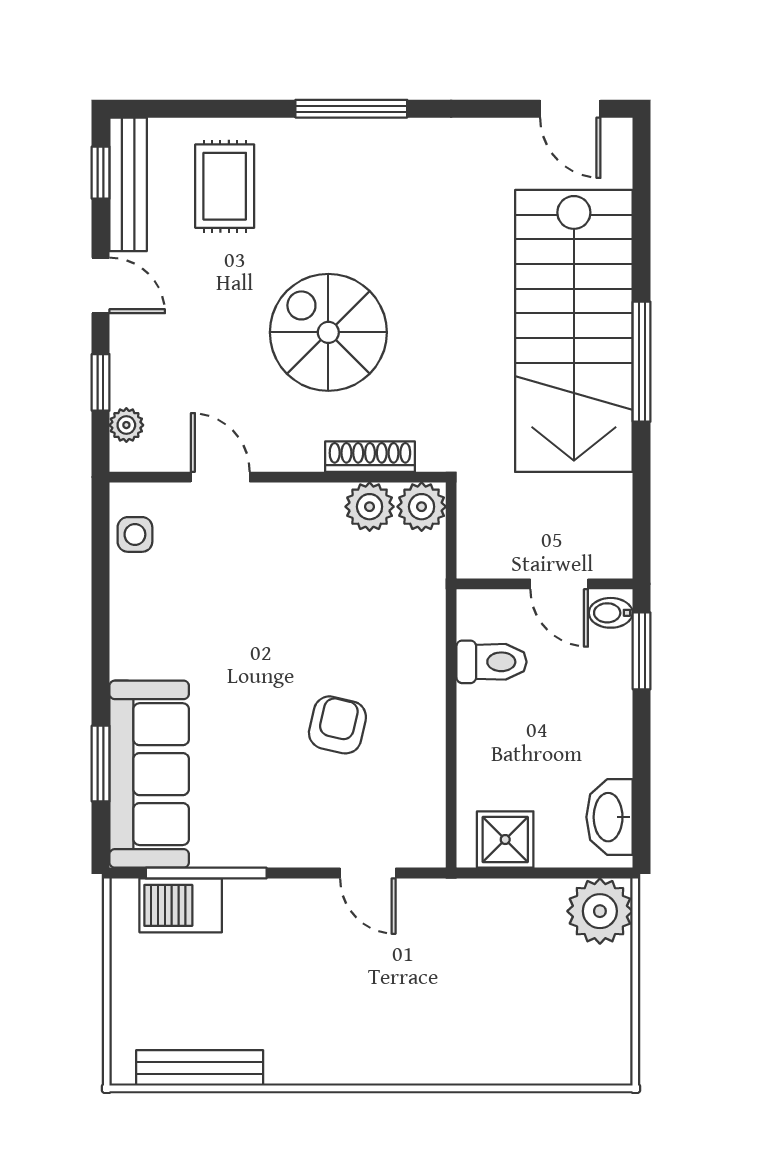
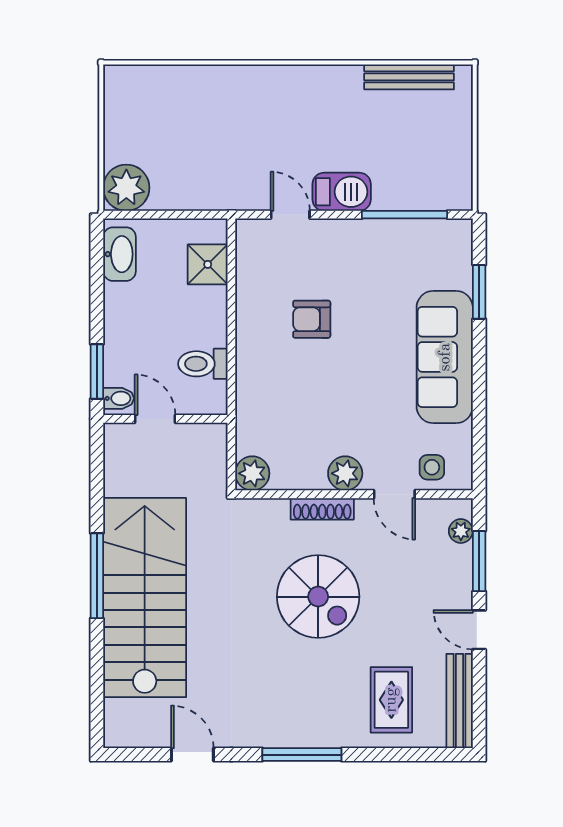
door: (570, 109) -> (192, 755), moved
window: (101, 173) -> (479, 709), removed
window: (101, 382) -> (479, 561), width x1.50
shoe rack: (370, 457) -> (322, 509), moved
plant: (370, 507) -> (345, 473), moved
side table: (135, 534) -> (432, 467), moved
armchair: (337, 725) -> (312, 319), turned 77
sofa: (149, 774) -> (445, 357), moved
shower: (505, 840) -> (208, 264), moved
barbecue: (181, 905) -> (342, 192), moved

